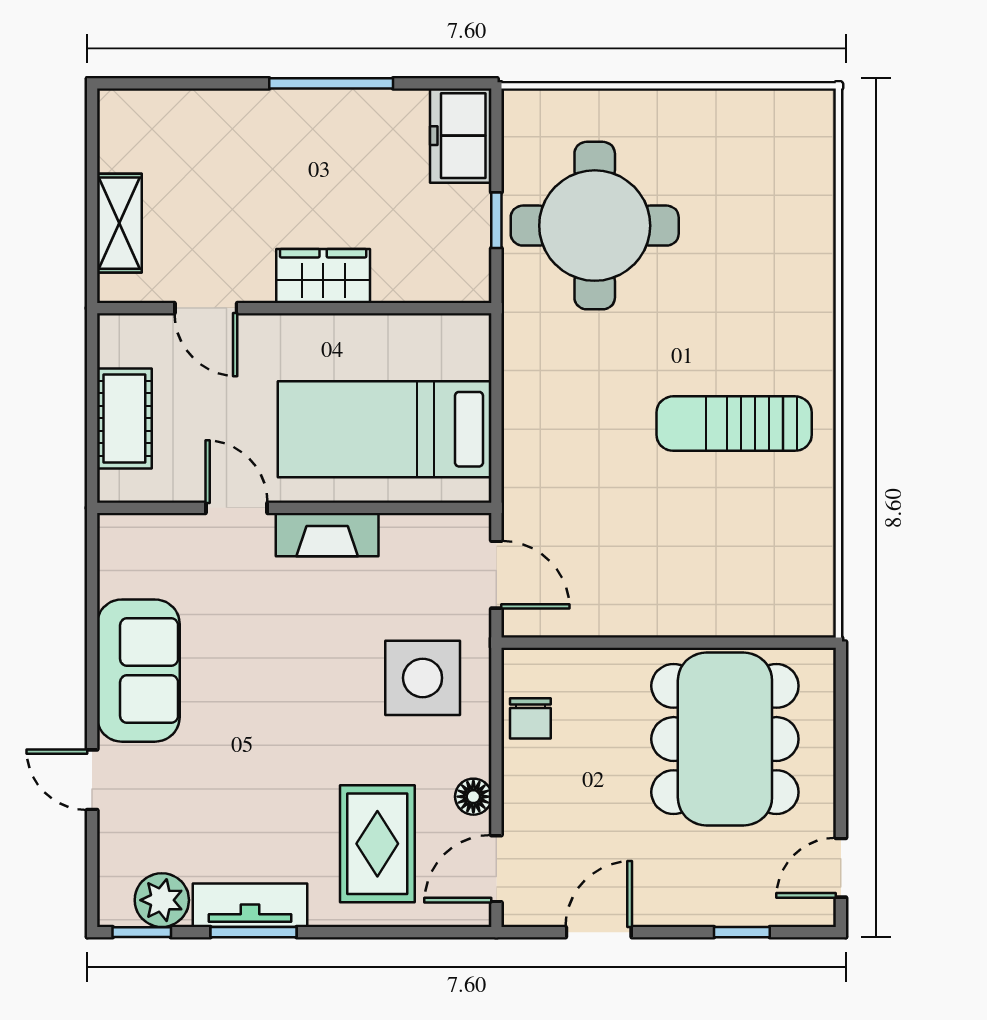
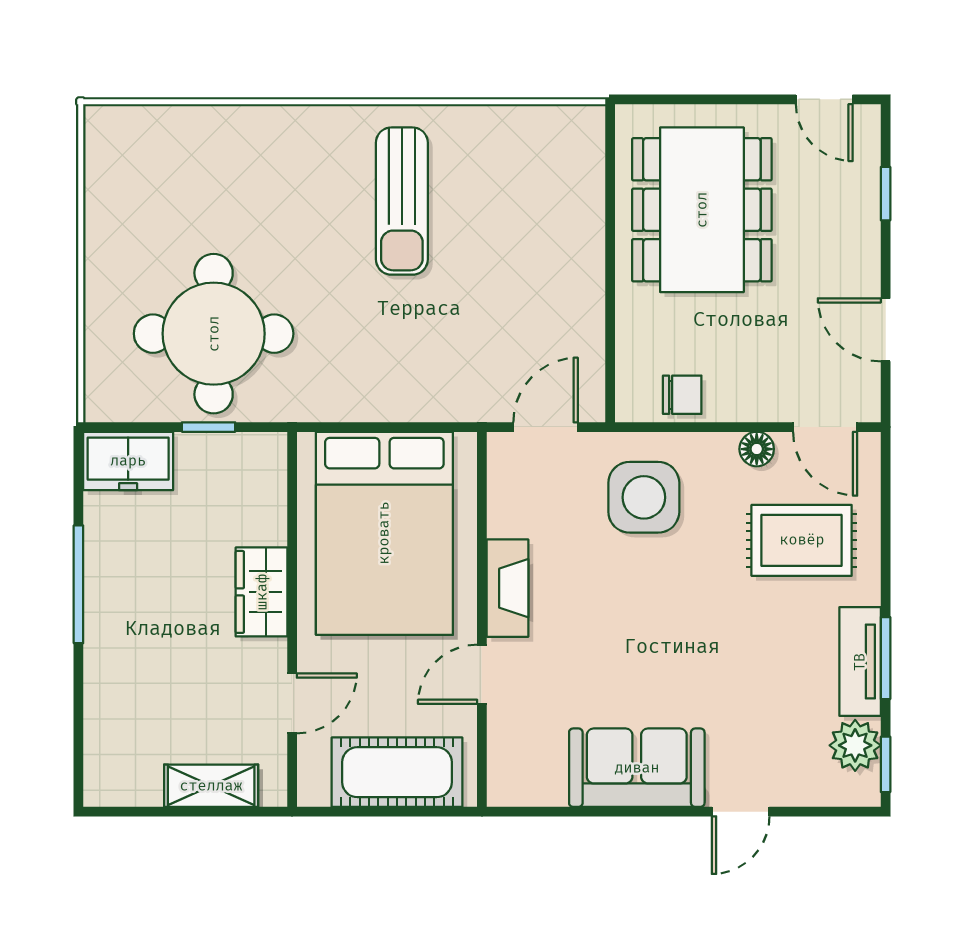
cot: (124, 418) -> (397, 772), width x1.37, depth x1.34
bed: (385, 429) -> (384, 533), width x1.50
dining table: (725, 739) -> (702, 210), turned 90

